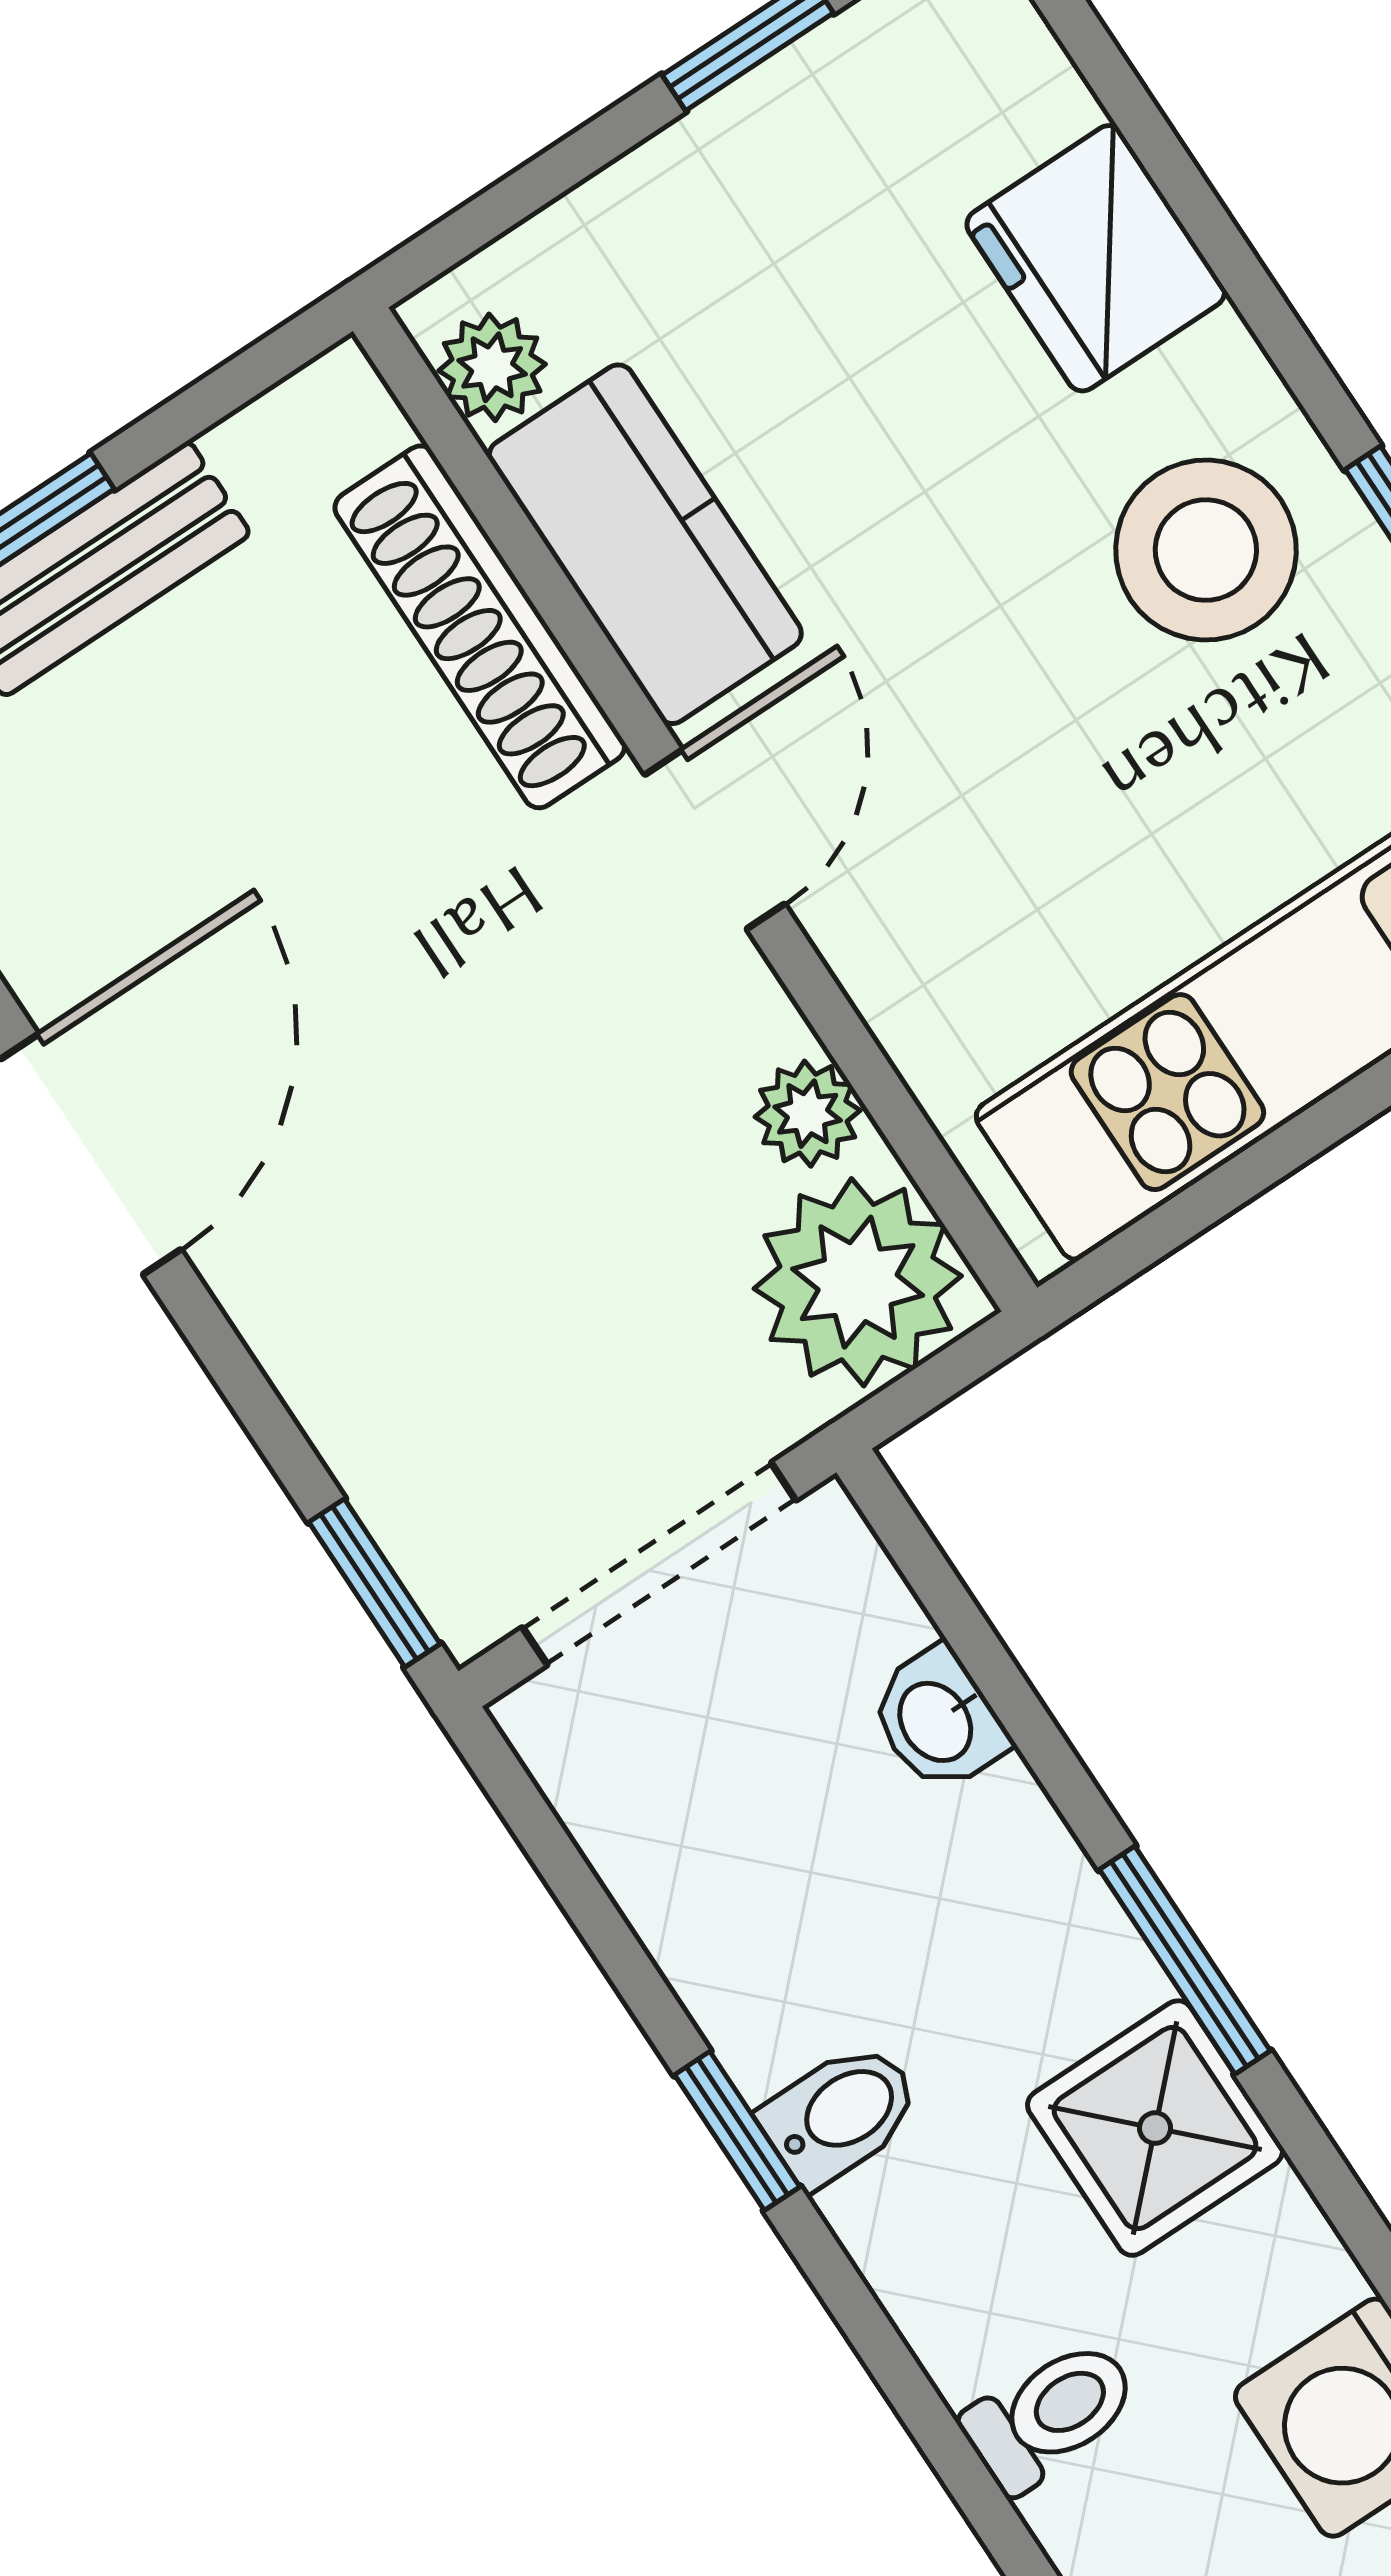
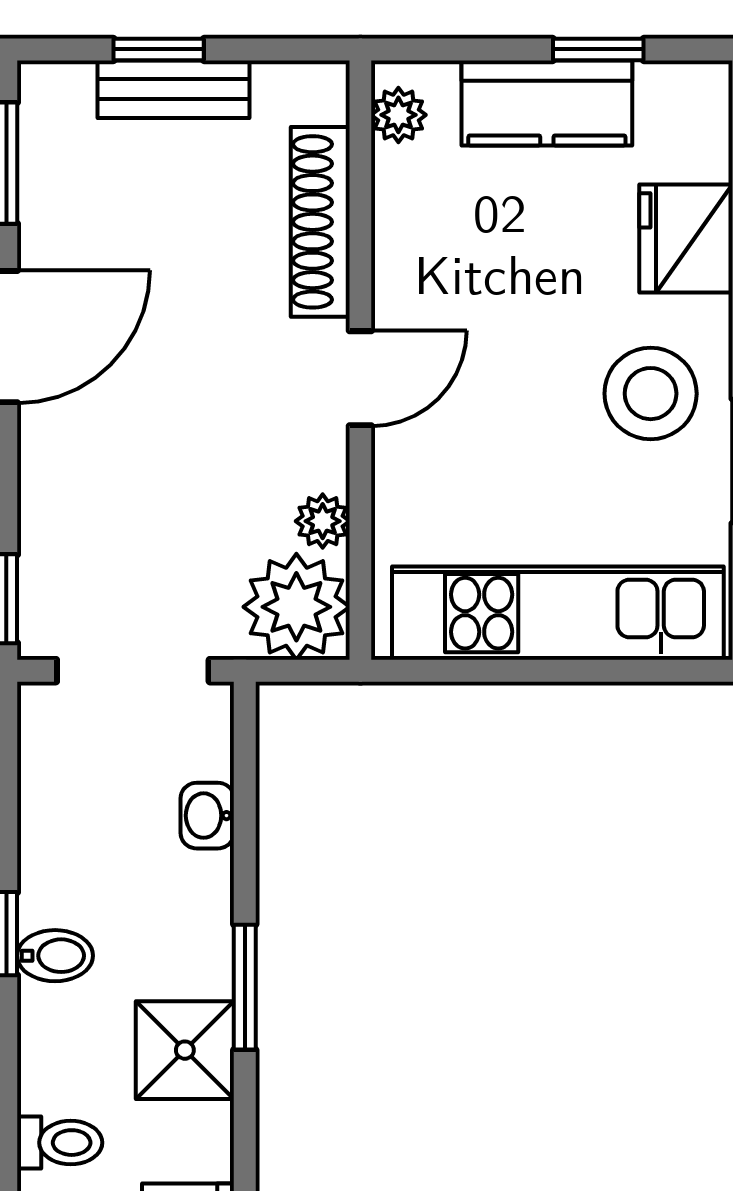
kitchen counter: (645, 544) -> (547, 103), moved, turned 90

